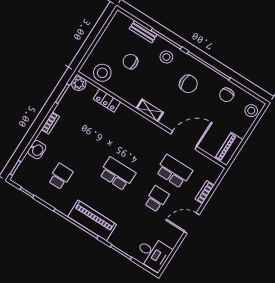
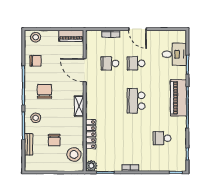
locker: (107, 100) -> (91, 134), width x1.53
washbasin: (37, 150) -> (154, 166), removed
school desk: (174, 171) -> (110, 63), width x0.54
desk: (153, 253) -> (174, 54), moved, turned 90

